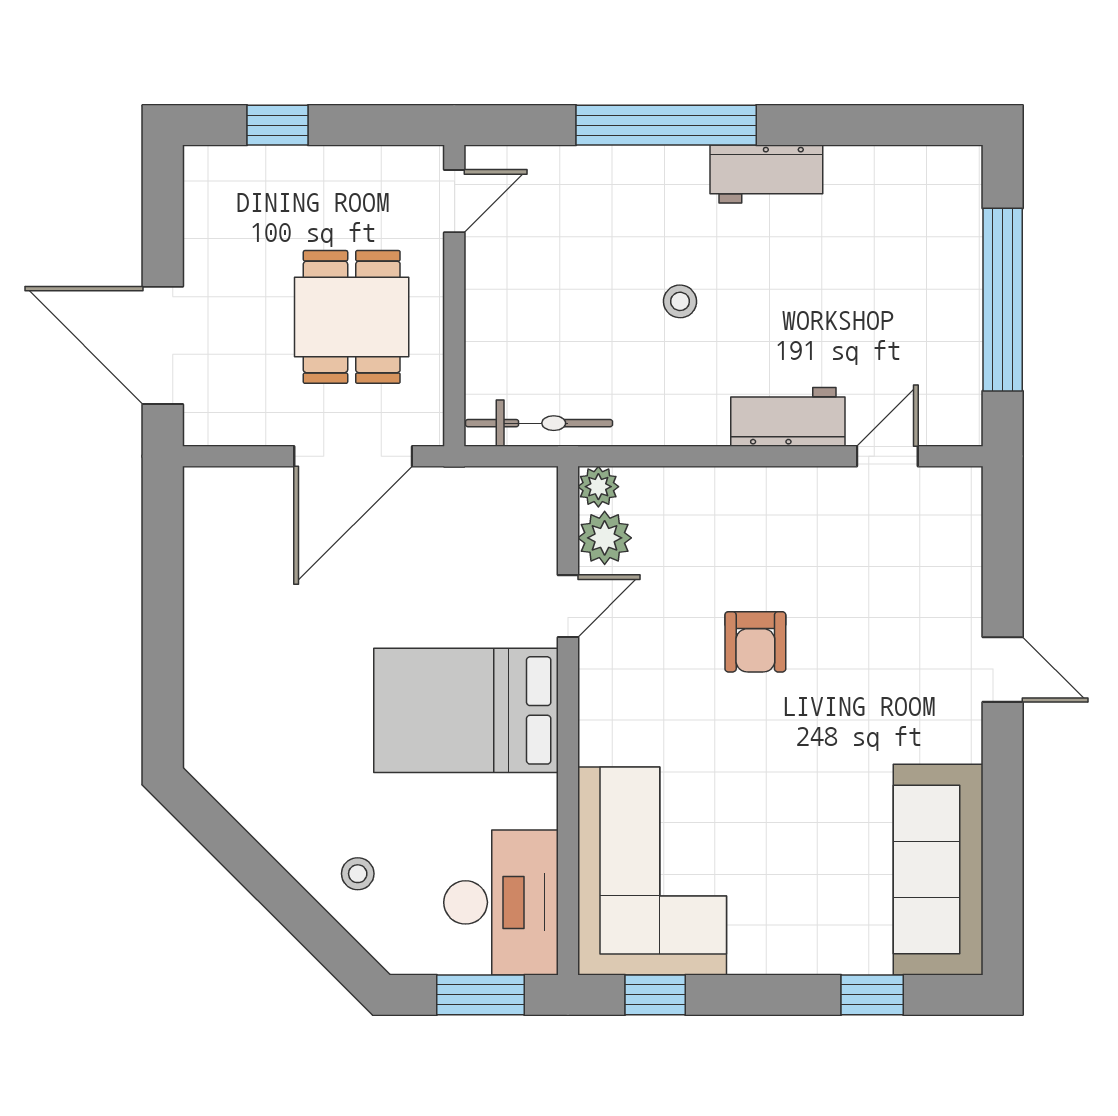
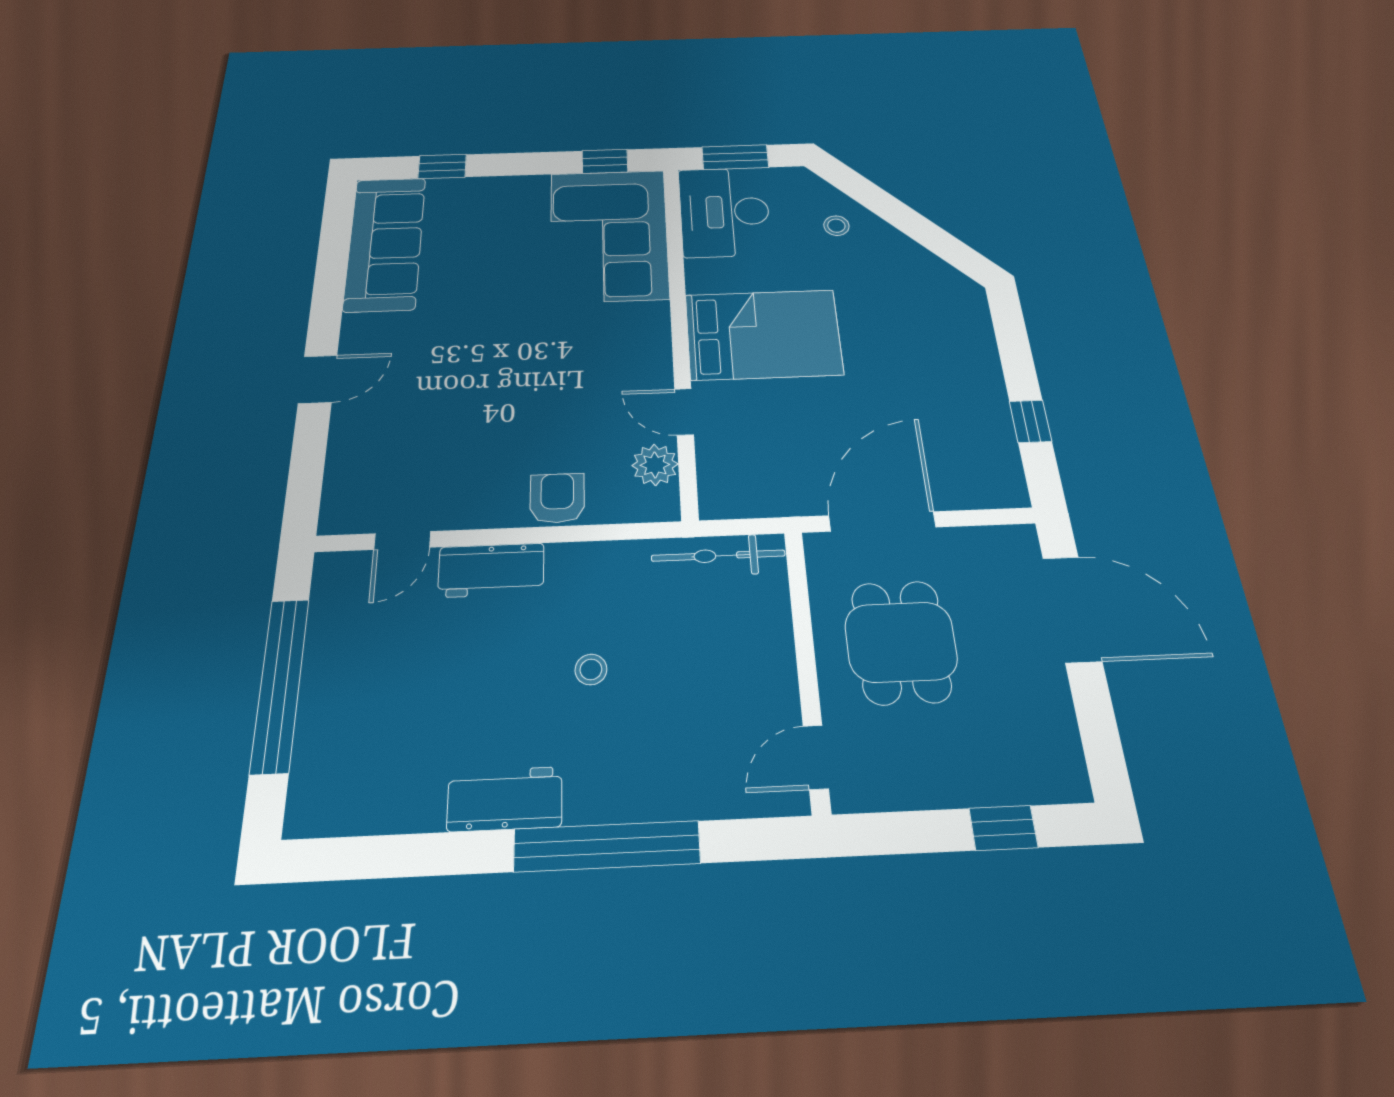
plant: (598, 487) -> (662, 505), removed
window: (163, 576) -> (1030, 421), added
door: (568, 606) -> (684, 412), hinge flipped
armchair: (755, 642) -> (557, 498), moved
door: (1003, 670) -> (318, 379), swing flipped

